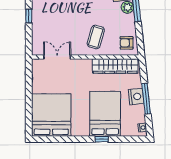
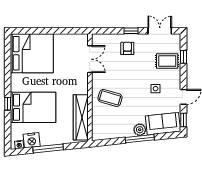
armchair: (127, 43) -> (127, 48), moved
nightstand: (136, 97) -> (32, 140), moved

